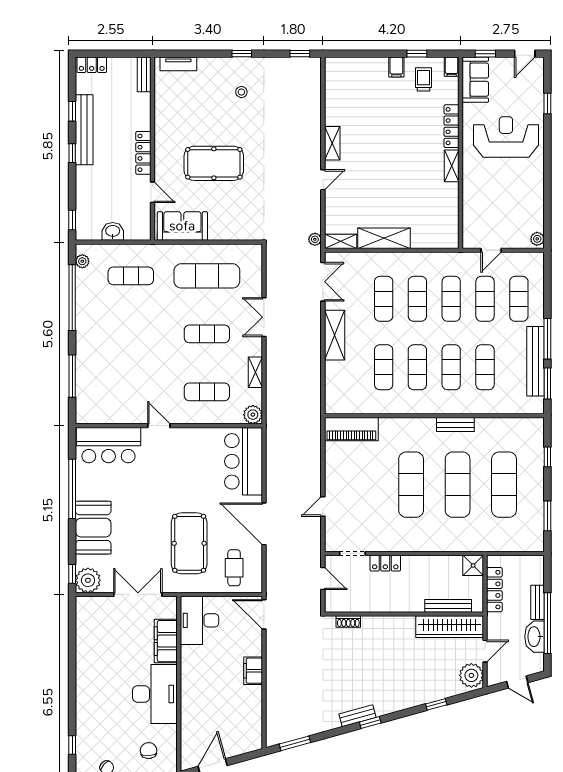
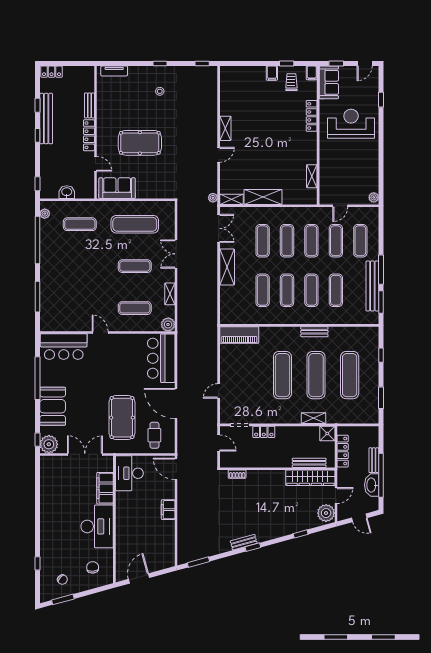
bench: (144, 74) -> (89, 105), moved
shelving: (452, 166) -> (312, 176), moved
shelving: (454, 544) -> (314, 418), added

